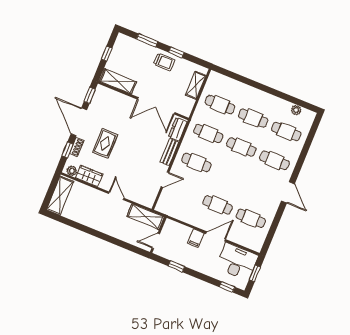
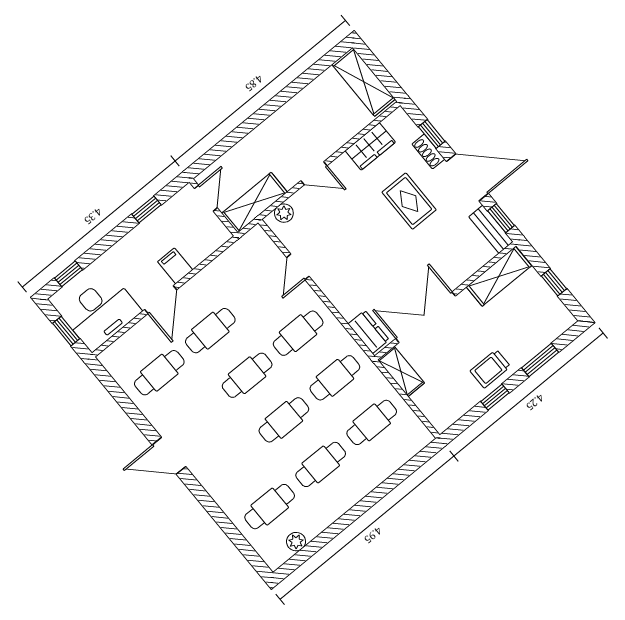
shelving: (196, 85) -> (401, 371), moved
bench: (169, 152) -> (491, 229), moved
cafe table: (274, 160) -> (247, 375), moved
plant: (72, 171) -> (284, 213), moved

